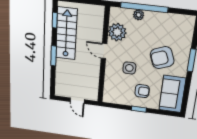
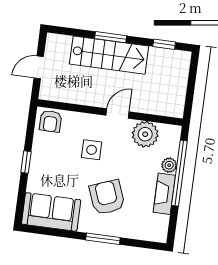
fireplace: (159, 18) -> (164, 194), added
stairs: (66, 34) -> (109, 55), moved
armchair: (142, 91) -> (51, 121), moved

